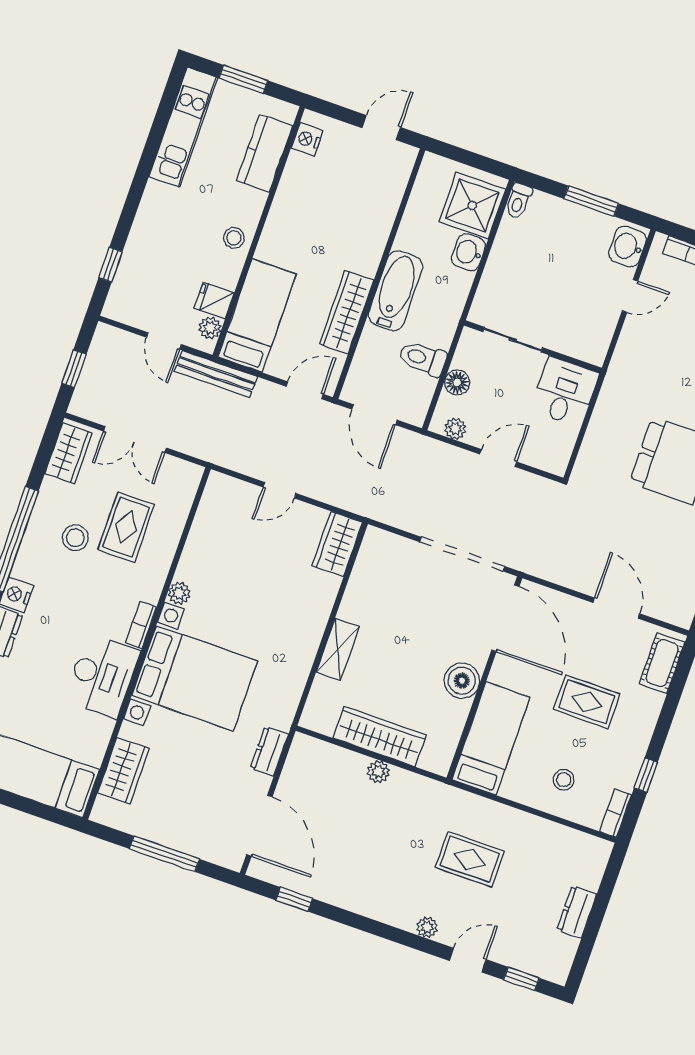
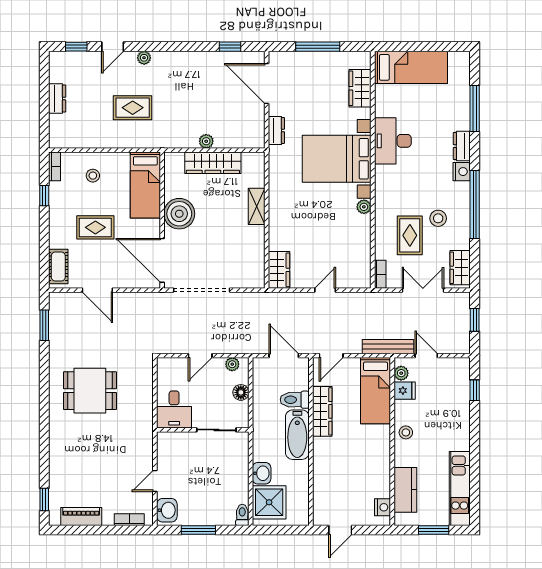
toilet: (423, 358) -> (295, 400), moved, turned 180
bookcase: (141, 625) -> (380, 274), moved
boiler: (462, 681) -> (179, 214), width x1.37, depth x1.37

